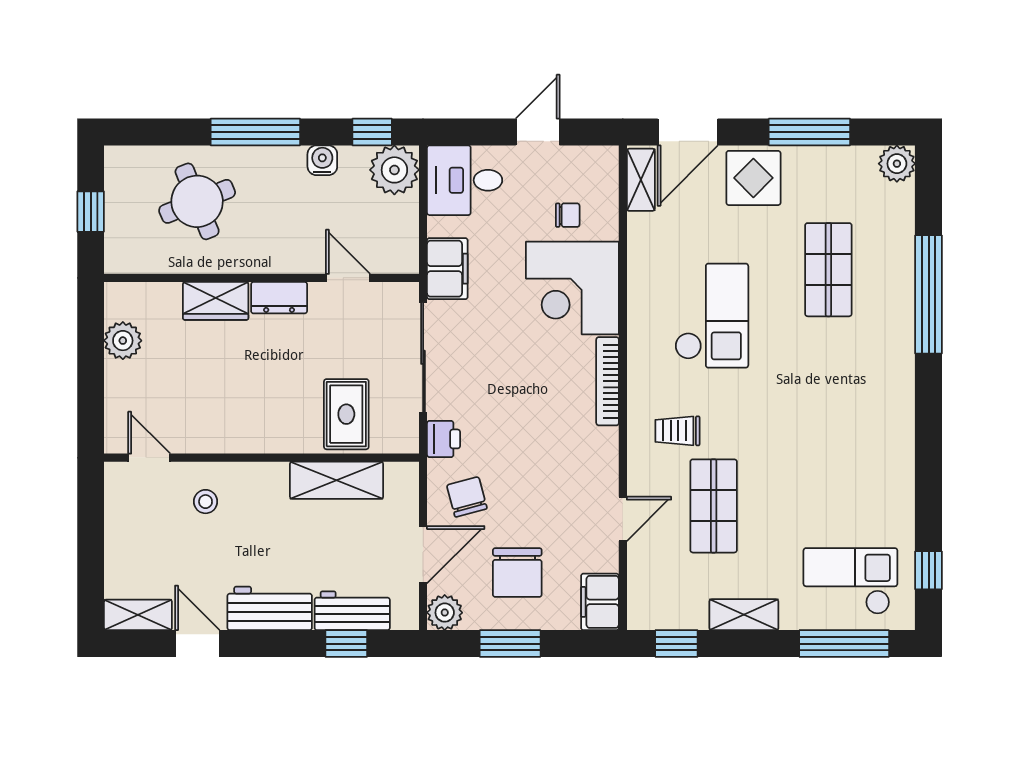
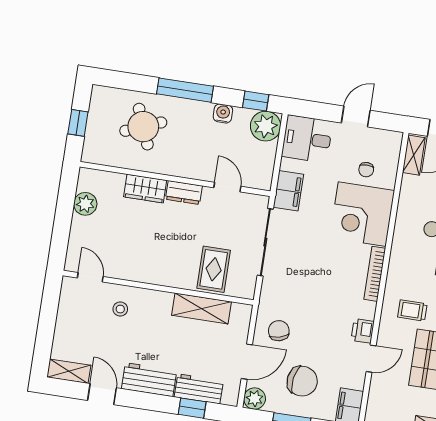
chair: (568, 215) -> (366, 170), turned 90
printer: (444, 439) -> (363, 331), moved, turned 180
chair: (517, 573) -> (302, 381), turned -81

